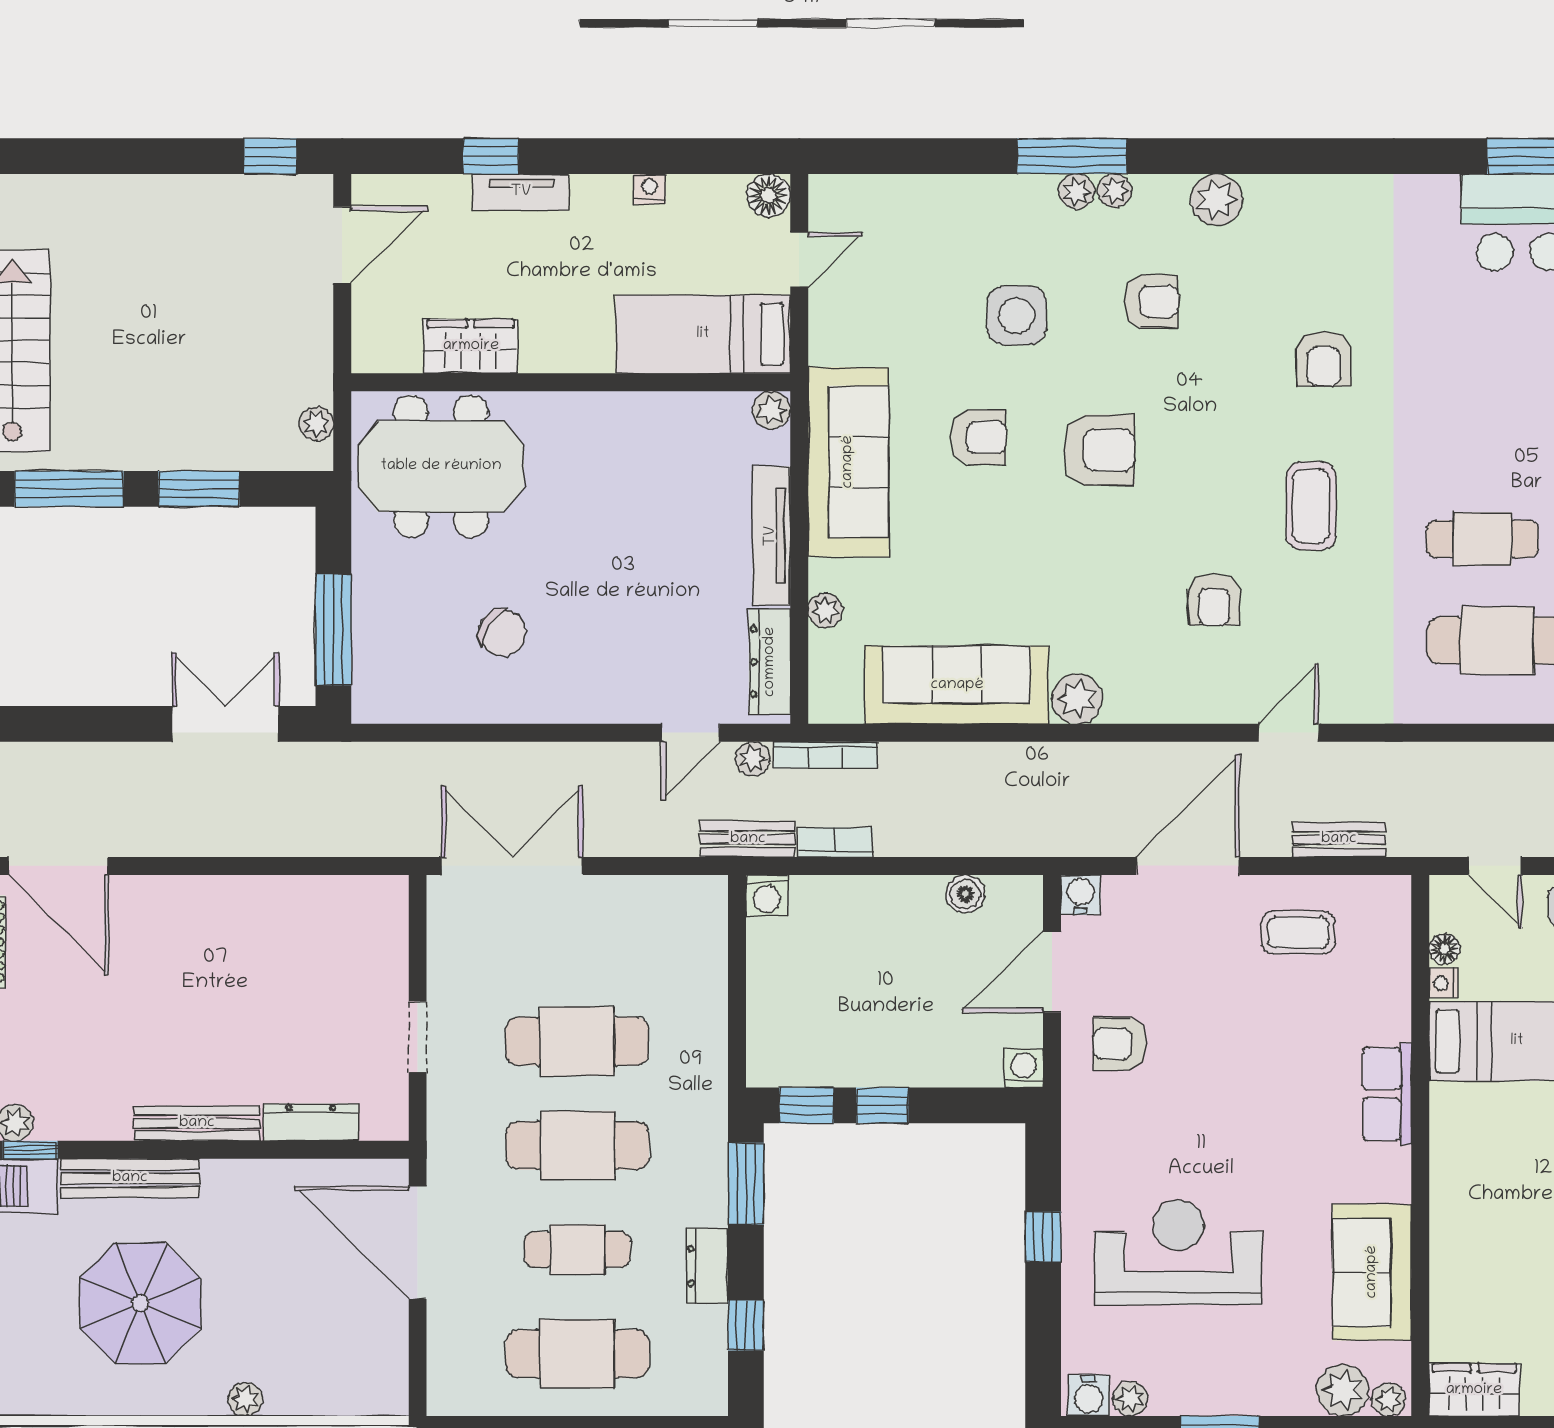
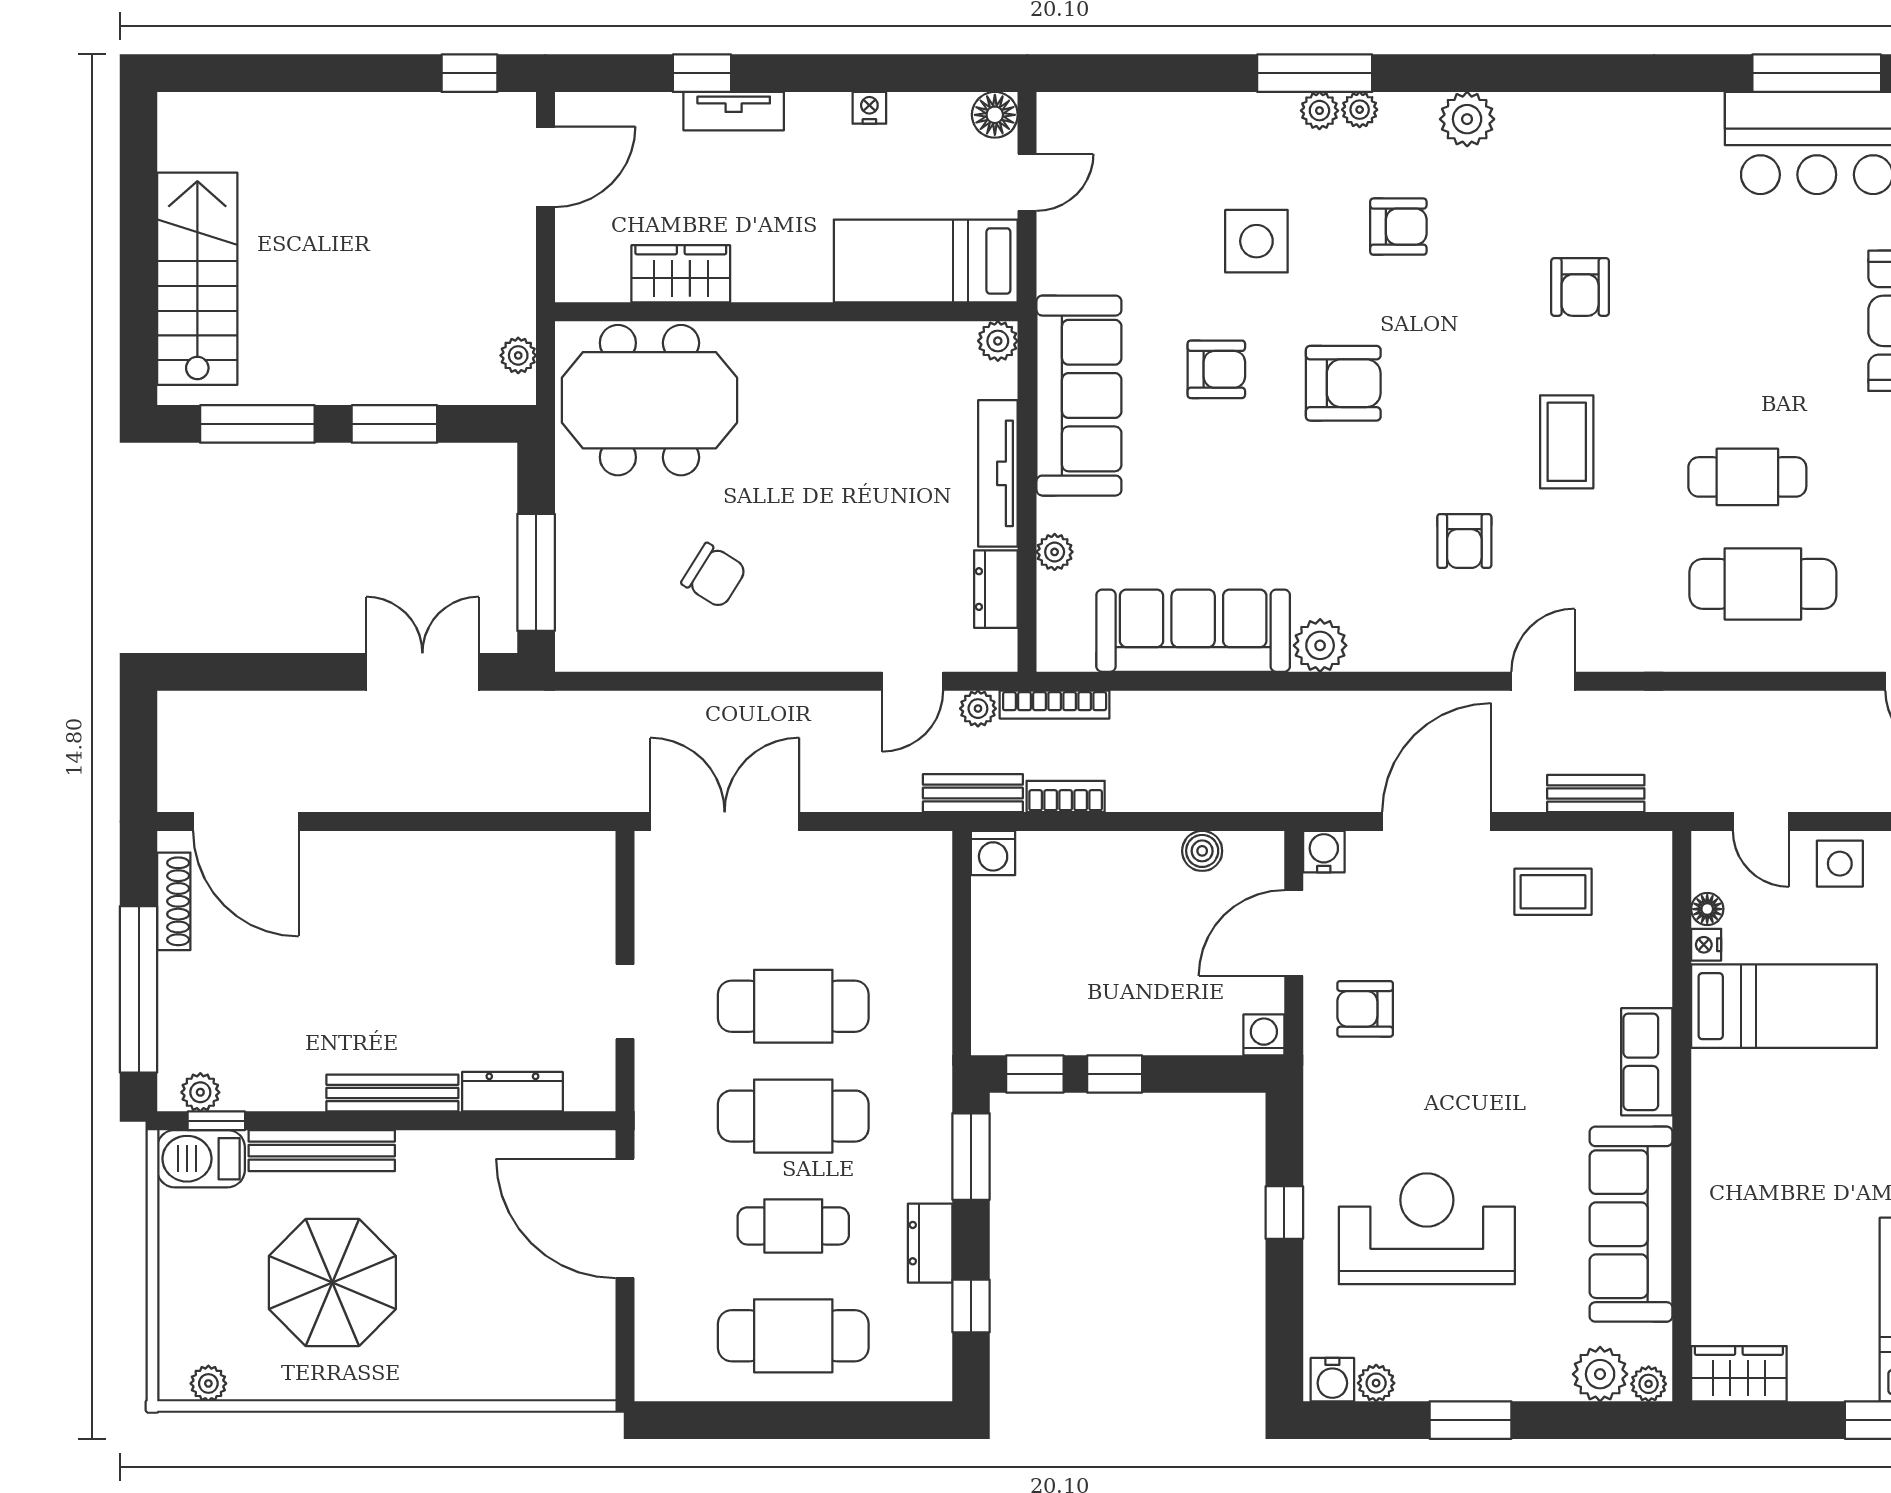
dresser: (770, 662) -> (996, 589), width x0.70
sofa: (1372, 1272) -> (1631, 1224), width x1.36
plant: (245, 1399) -> (208, 1383), moved

